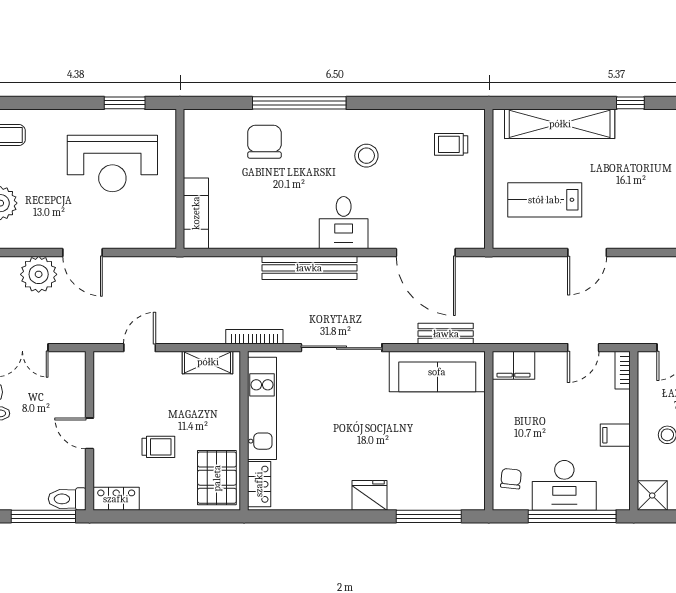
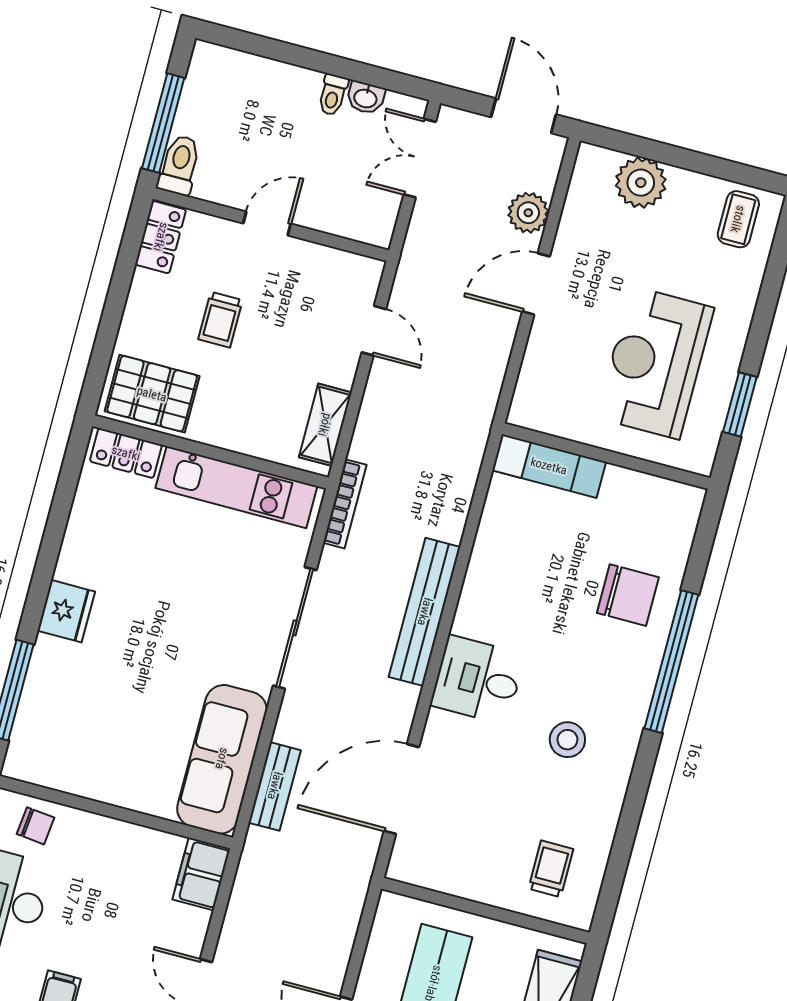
plant: (39, 274) -> (528, 213), width x0.73, depth x0.73

